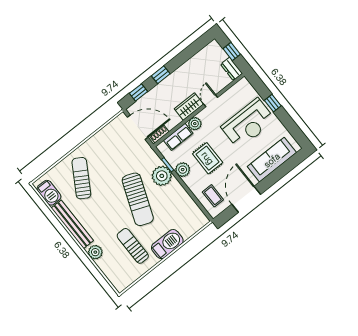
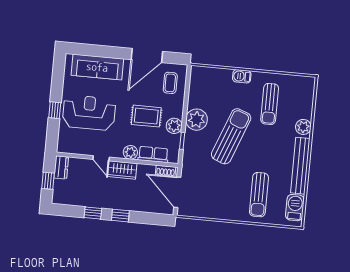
window: (139, 92) -> (93, 213), moved
door: (211, 101) -> (101, 158), hinge flipped
rug: (208, 158) -> (146, 116), turned 90
plant: (162, 176) -> (197, 120), moved
sun lounger: (81, 178) -> (259, 195), turned -31
barbecue: (167, 244) -> (242, 76), width x0.53, depth x0.65

